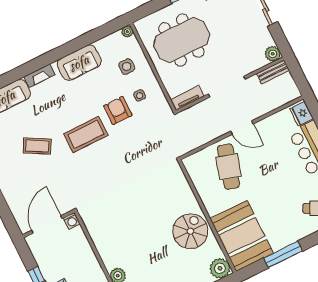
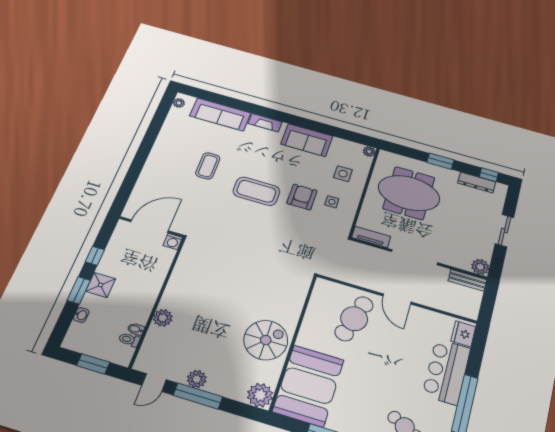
coffee table: (37, 146) -> (208, 166), turned 61

